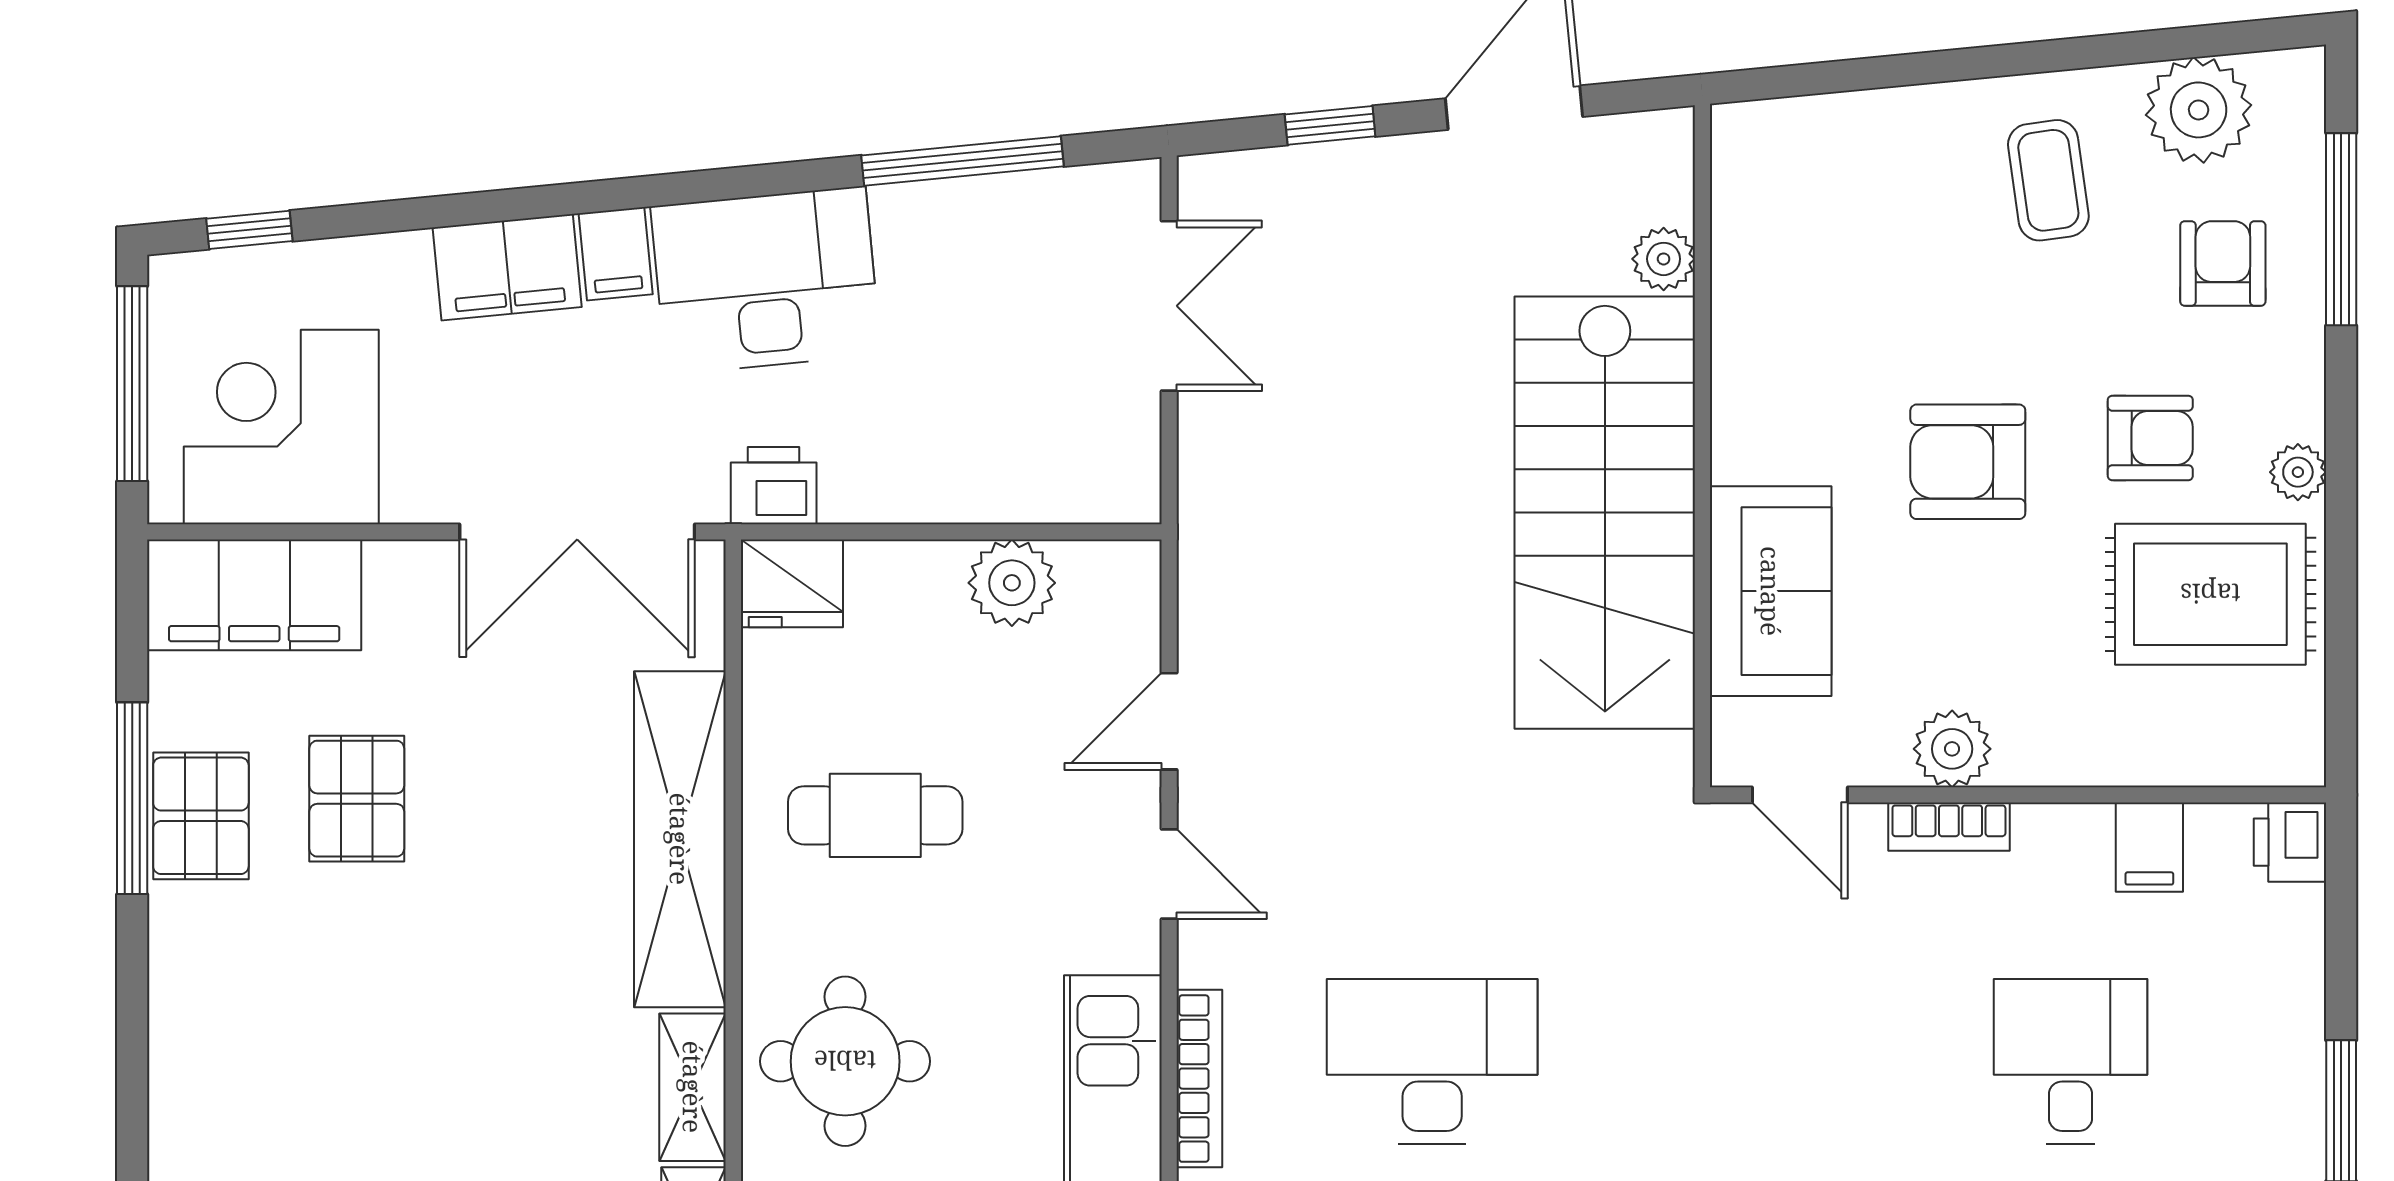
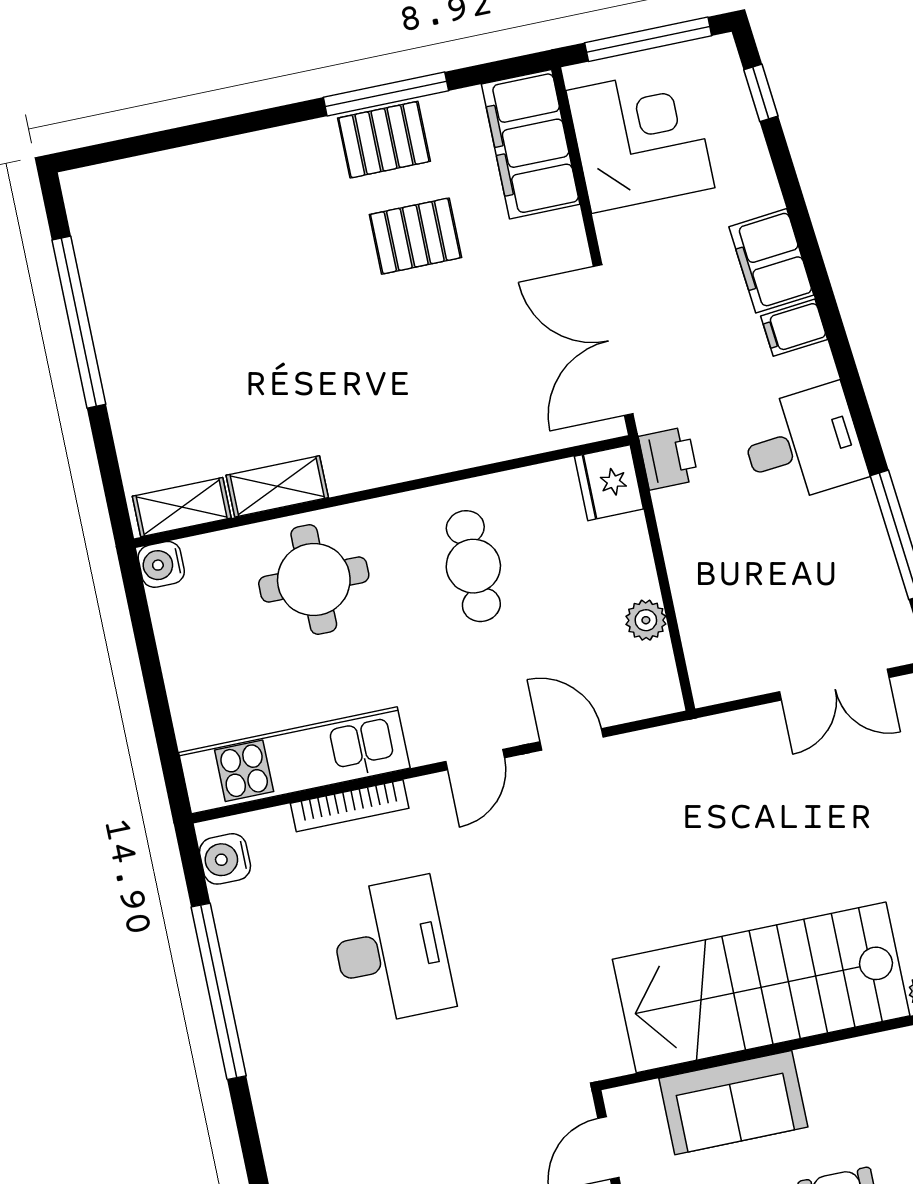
desk: (766, 280) -> (803, 444), width x0.73
plant: (1012, 583) -> (646, 620), width x0.73, depth x0.73
shelving: (680, 839) -> (432, 446), removed

